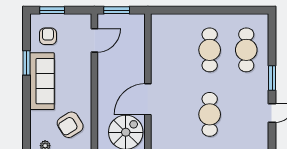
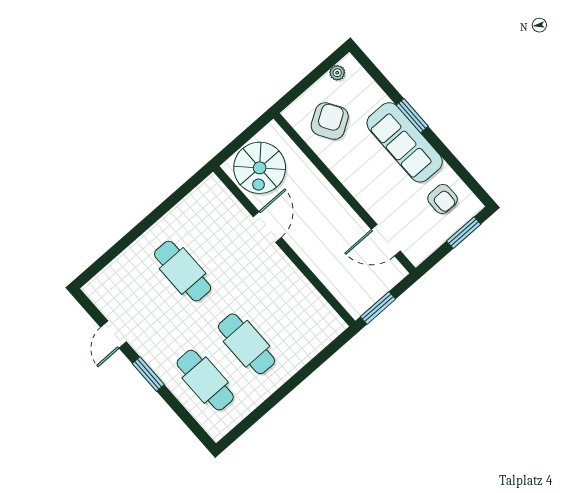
window: (117, 10) -> (378, 308), moved
door: (94, 40) -> (386, 240), hinge flipped
window: (26, 63) -> (412, 116), moved
door: (148, 99) -> (267, 227), width x0.73

